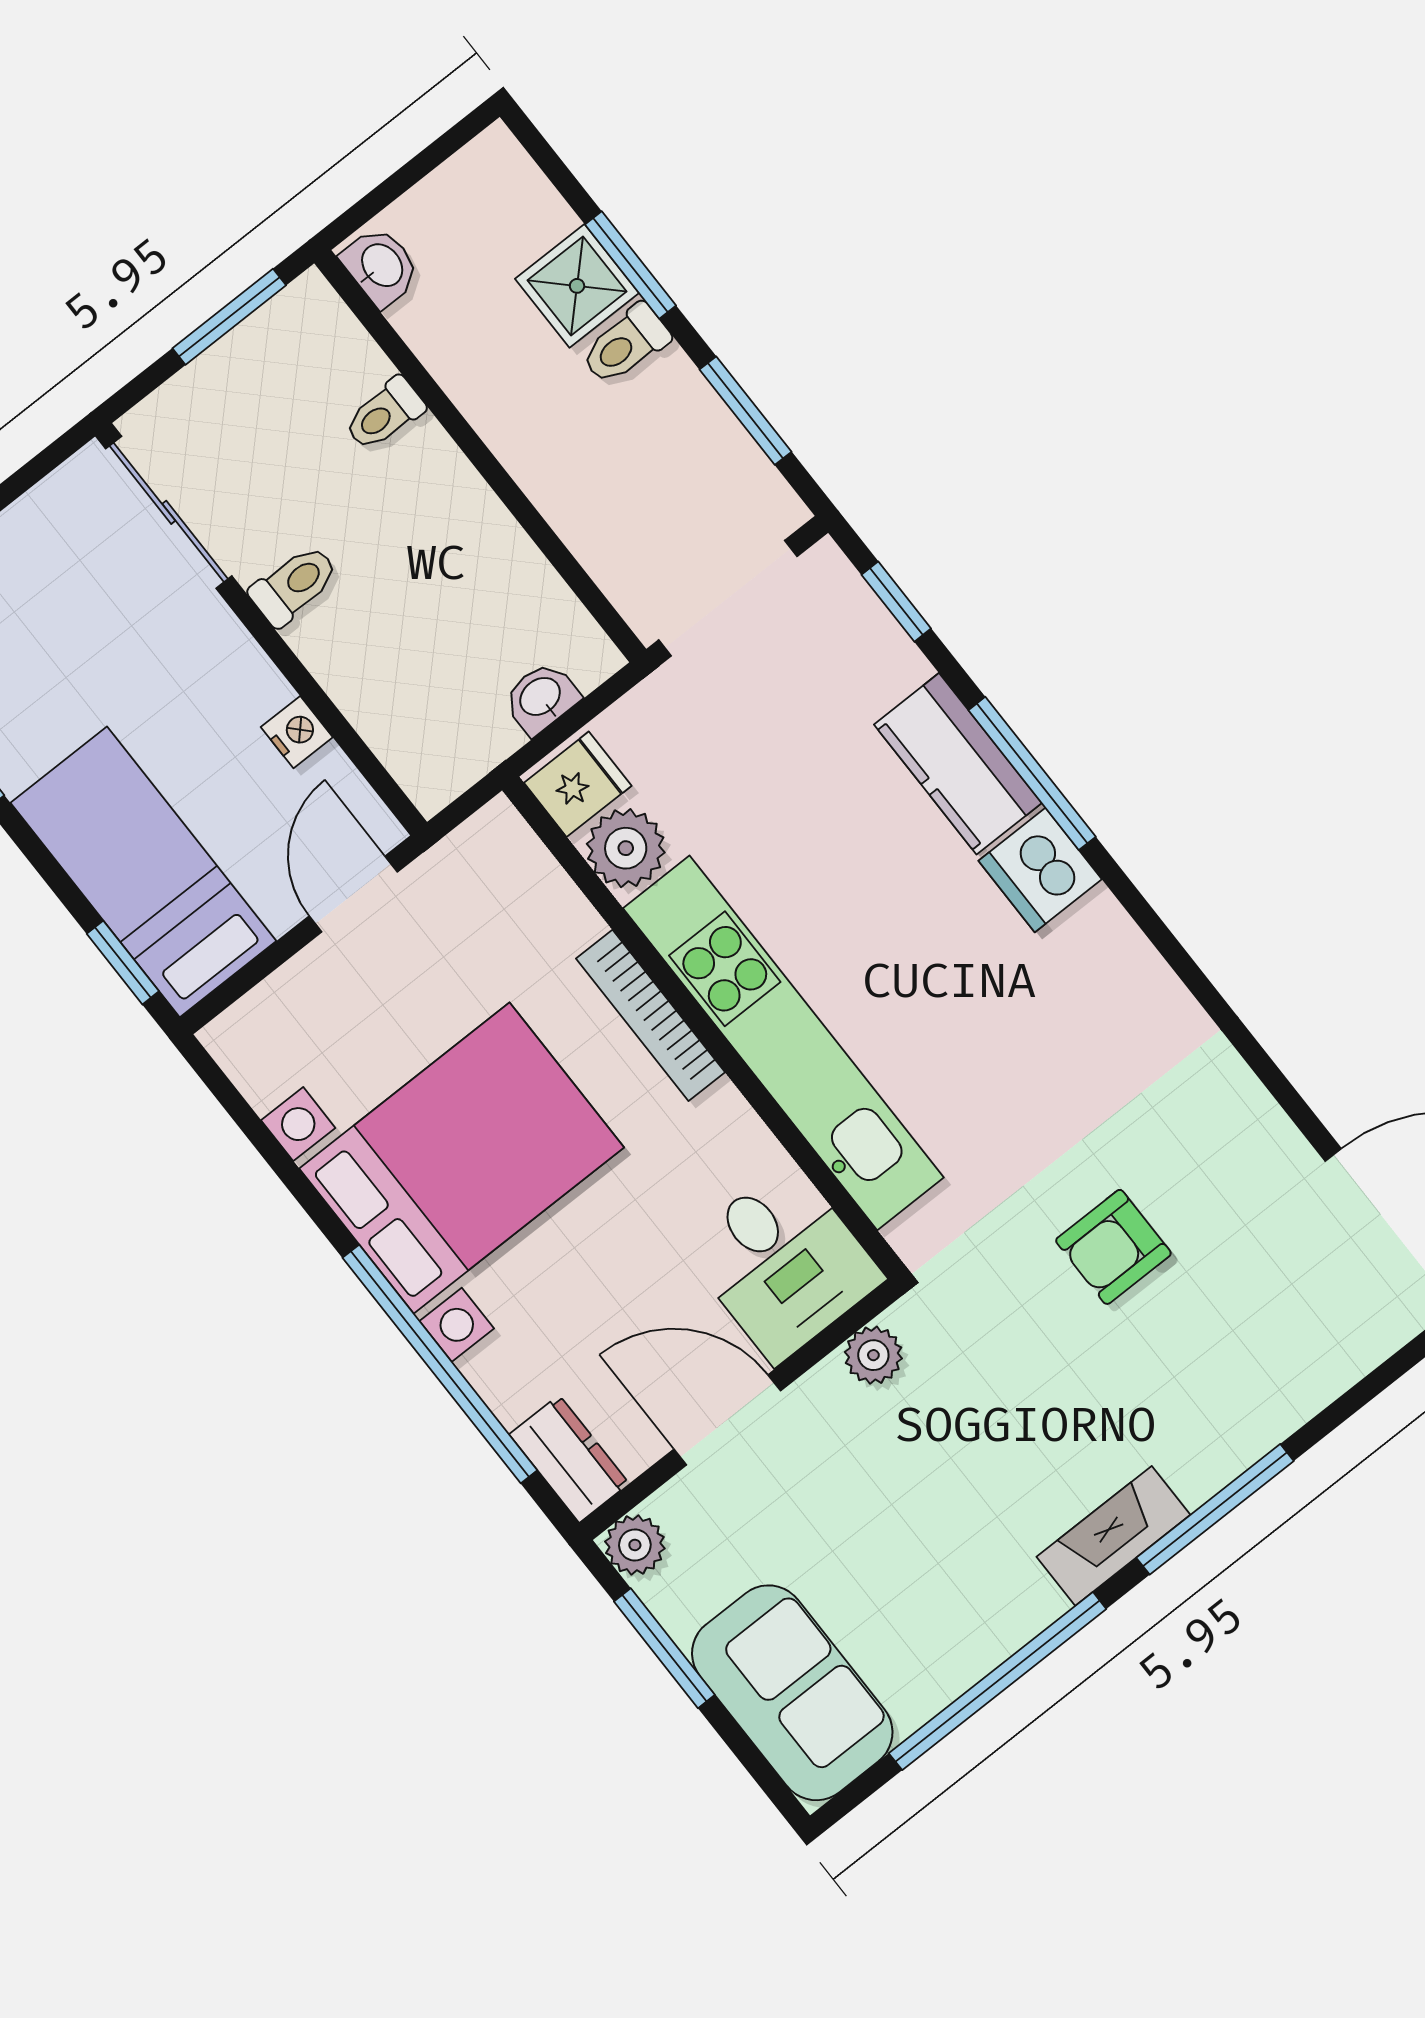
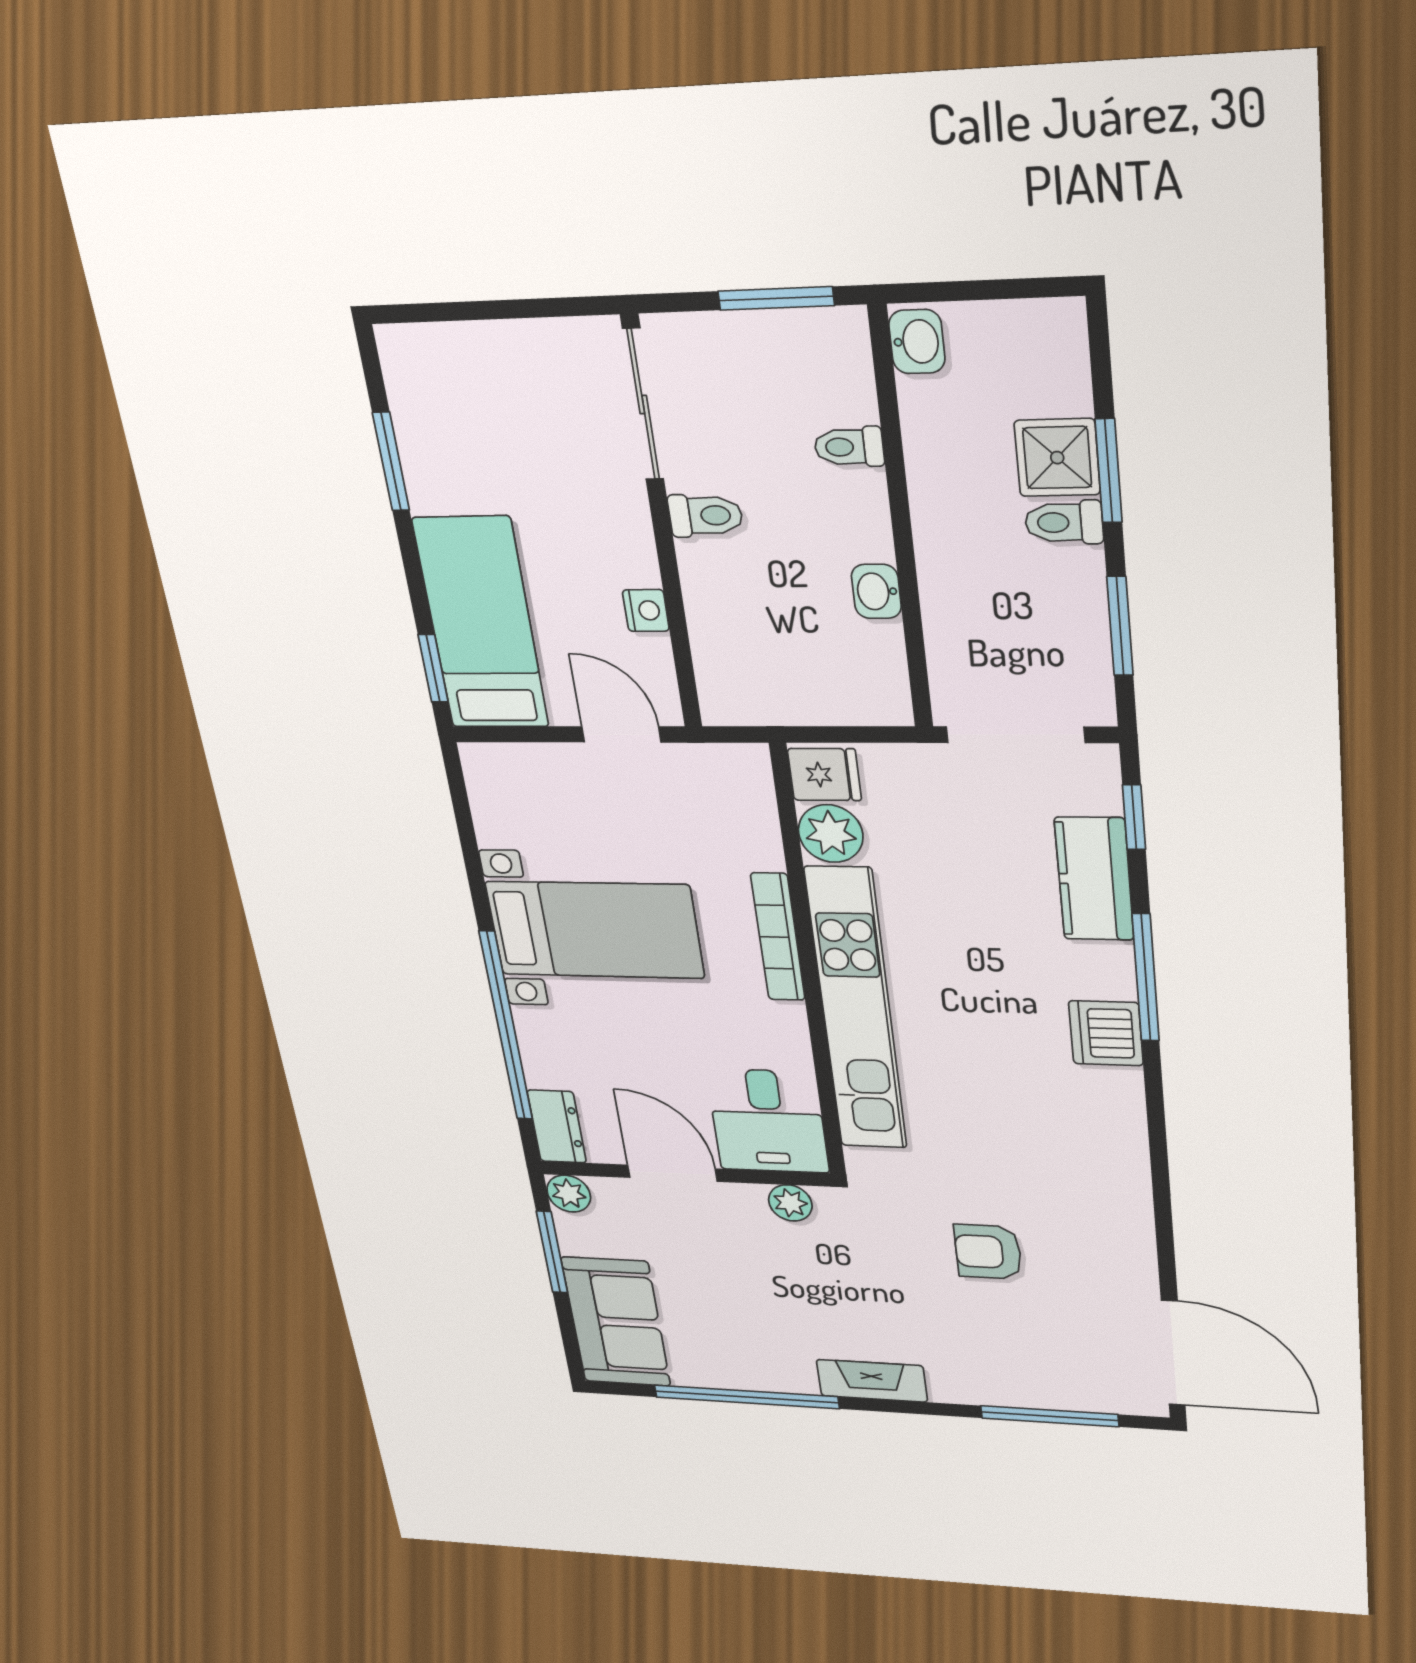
washbasin: (541, 698) -> (876, 591), moved, turned -90
kitchen counter: (958, 764) -> (1094, 879), moved
door: (353, 894) -> (621, 735), hinge flipped
bed with nightstands: (462, 1158) -> (595, 930), width x0.73
window: (1215, 1509) -> (1050, 1416), moved

